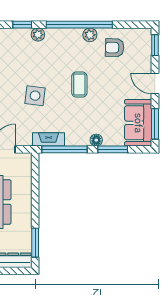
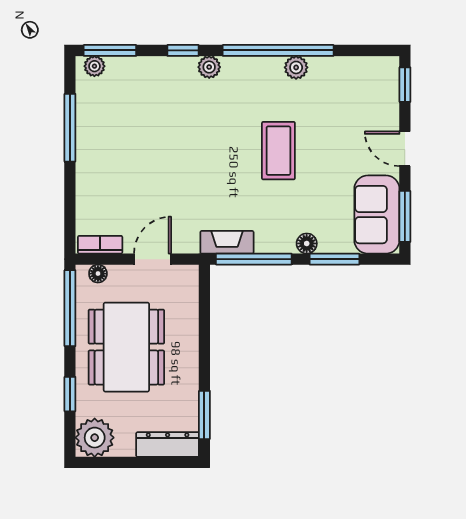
armchair: (115, 48) -> (337, 89), removed
coffee table: (79, 85) -> (278, 151), width x1.36, depth x1.30
side table: (35, 96) -> (204, 169), removed

